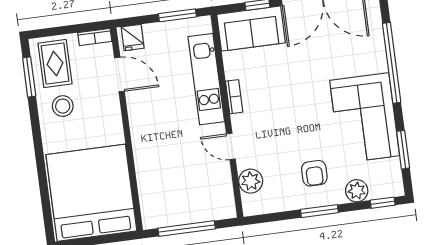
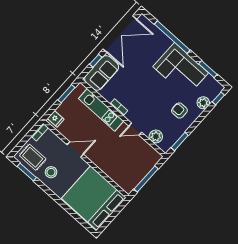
door: (119, 75) -> (75, 150), moved
armchair: (314, 173) -> (179, 110), turned 180
window: (319, 211) -> (180, 141), moved

